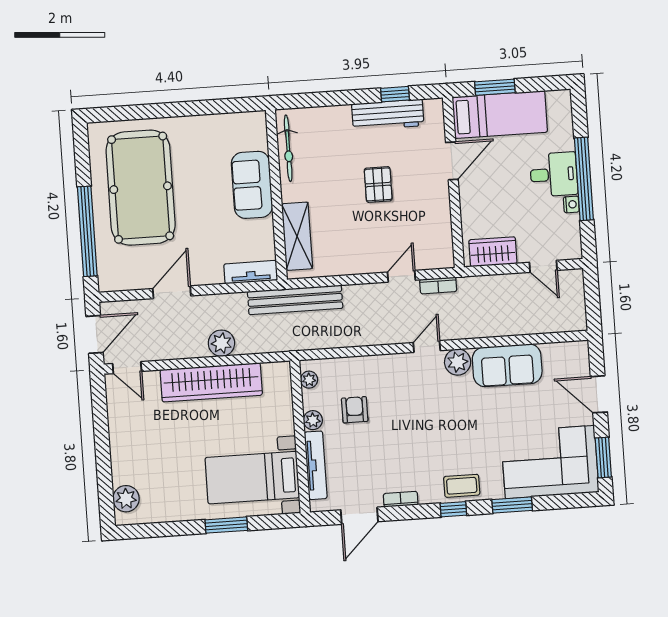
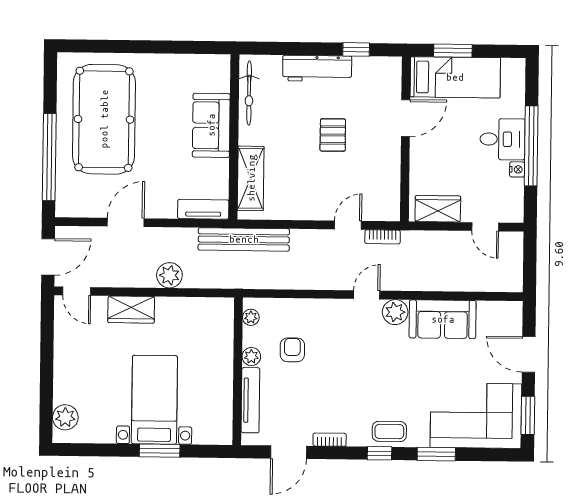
workbench: (388, 115) -> (317, 68), moved
wardrobe: (211, 382) -> (131, 310), width x0.48, depth x0.85
bed with nightstands: (252, 478) -> (154, 400), moved, turned 90

